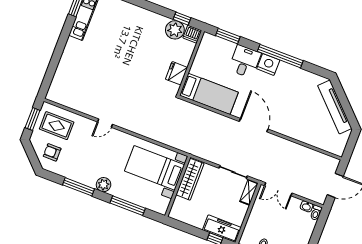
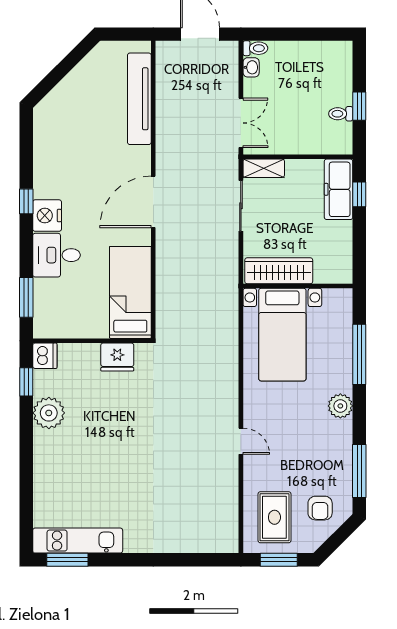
plant: (175, 30) -> (49, 413), moved
window: (280, 56) -> (26, 201), width x0.32
tv unit: (335, 107) -> (139, 99), moved, turned 135
window: (79, 187) -> (359, 471), moved

